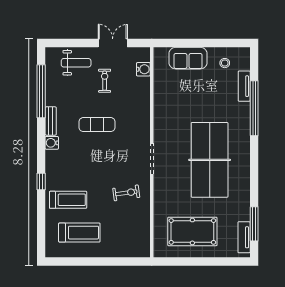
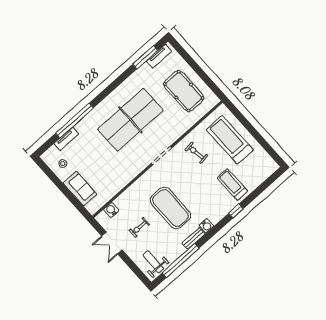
weight bench: (76, 63) -> (153, 262), moved
exercise mat: (97, 125) -> (170, 208), width x2.00, depth x1.45
treadmill: (79, 233) -> (230, 140), moved, width x1.37, depth x1.38

